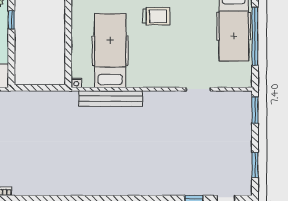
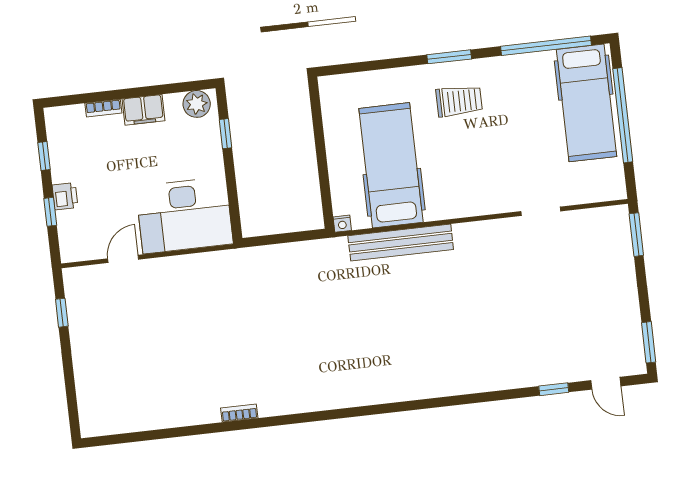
window: (255, 165) -> (649, 342), moved

